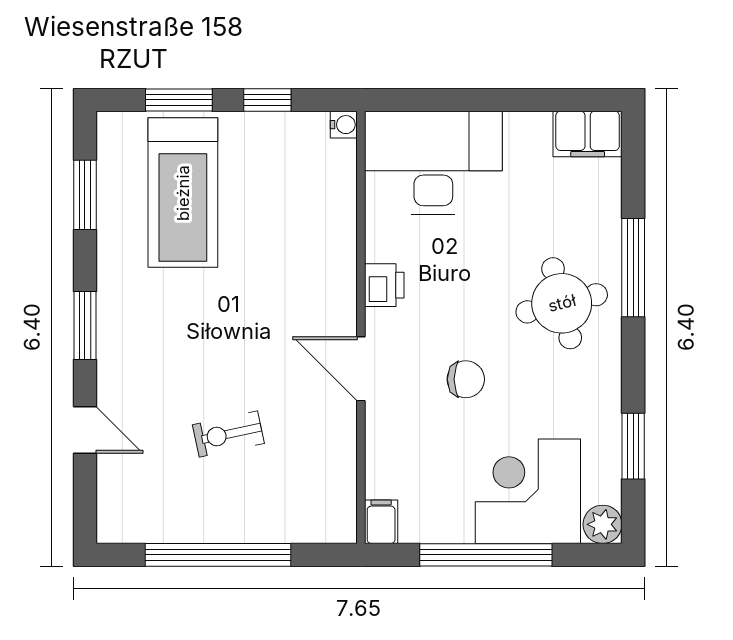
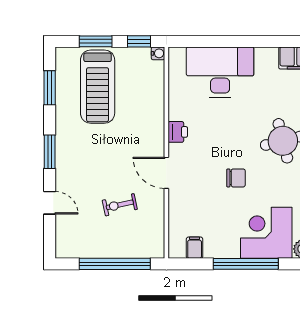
water cooler: (344, 125) -> (158, 53), moved
printer: (384, 285) -> (178, 132), moved
wall: (361, 327) -> (166, 153), moved
door: (361, 369) -> (166, 173), moved

